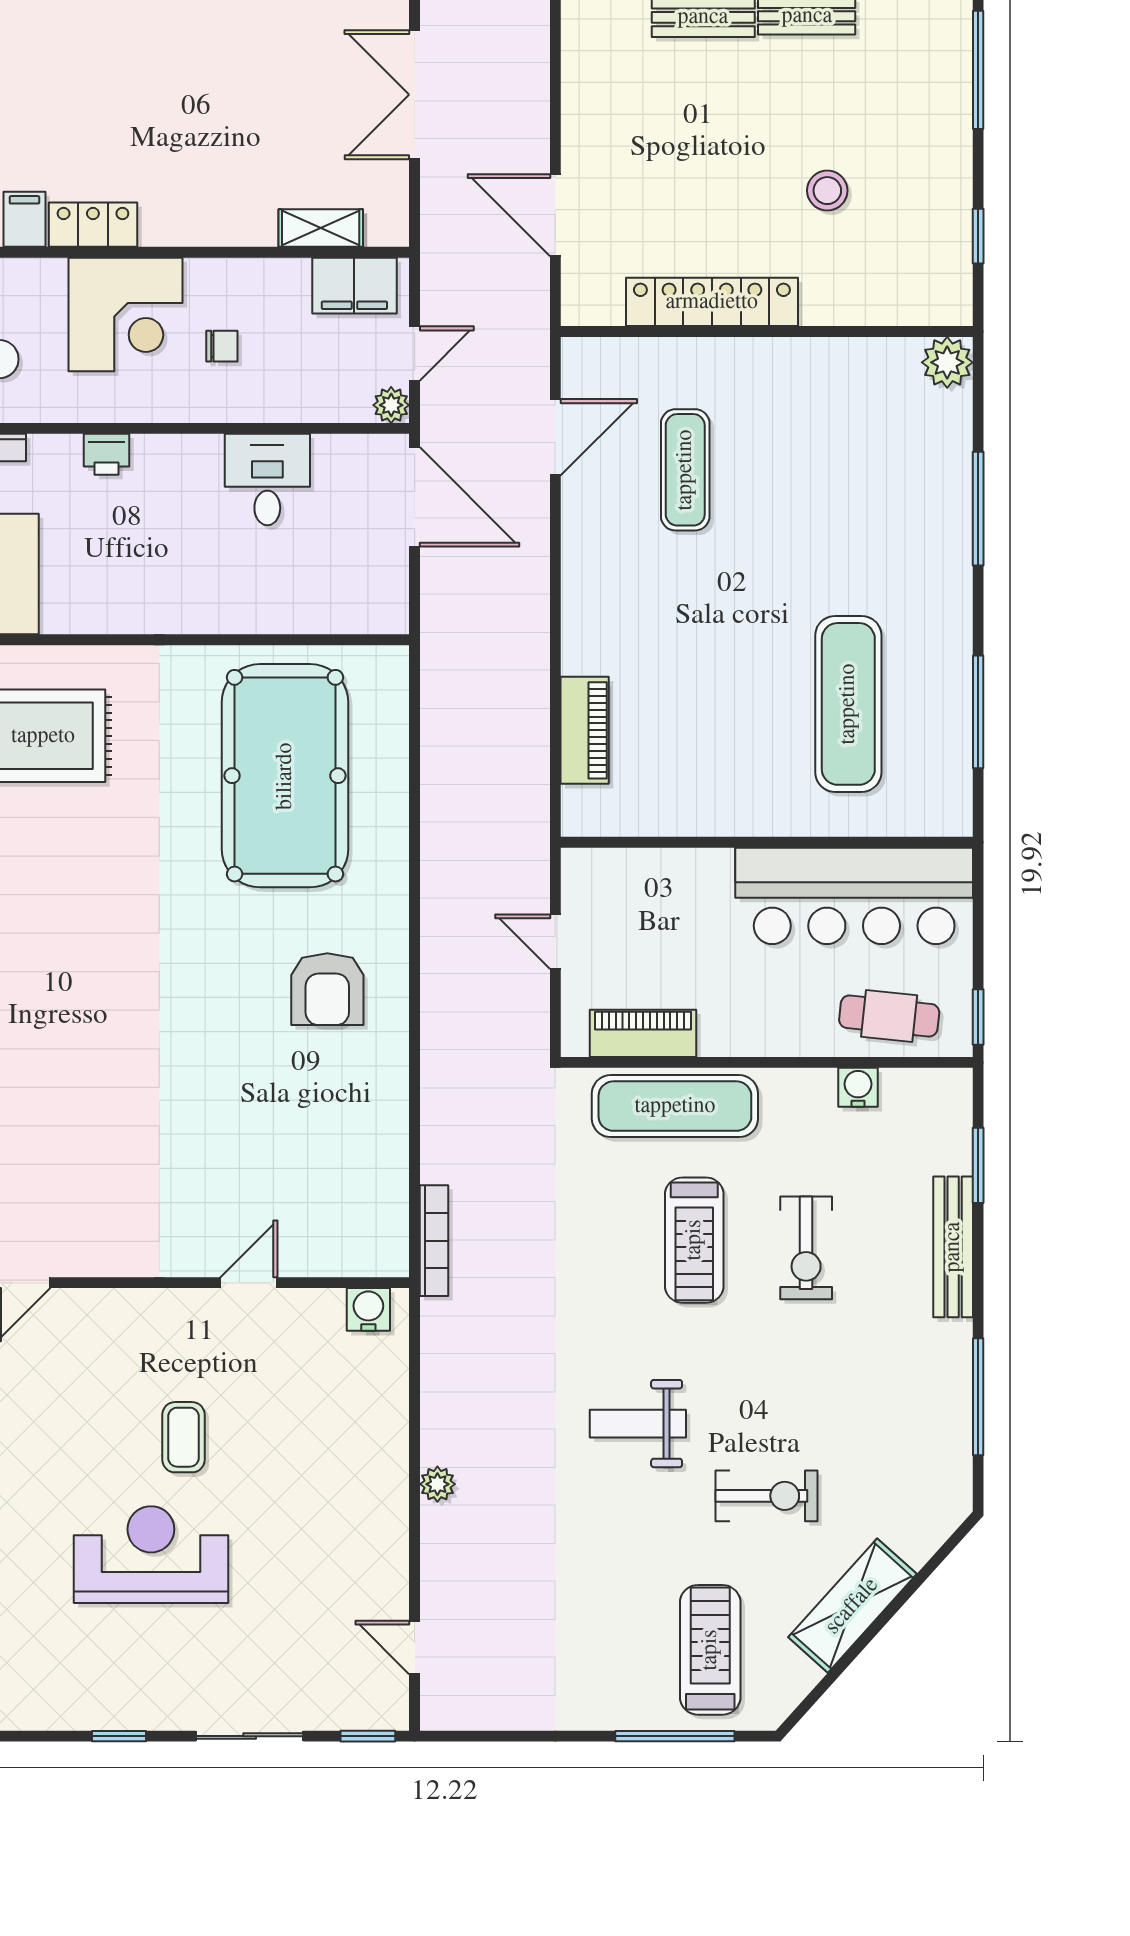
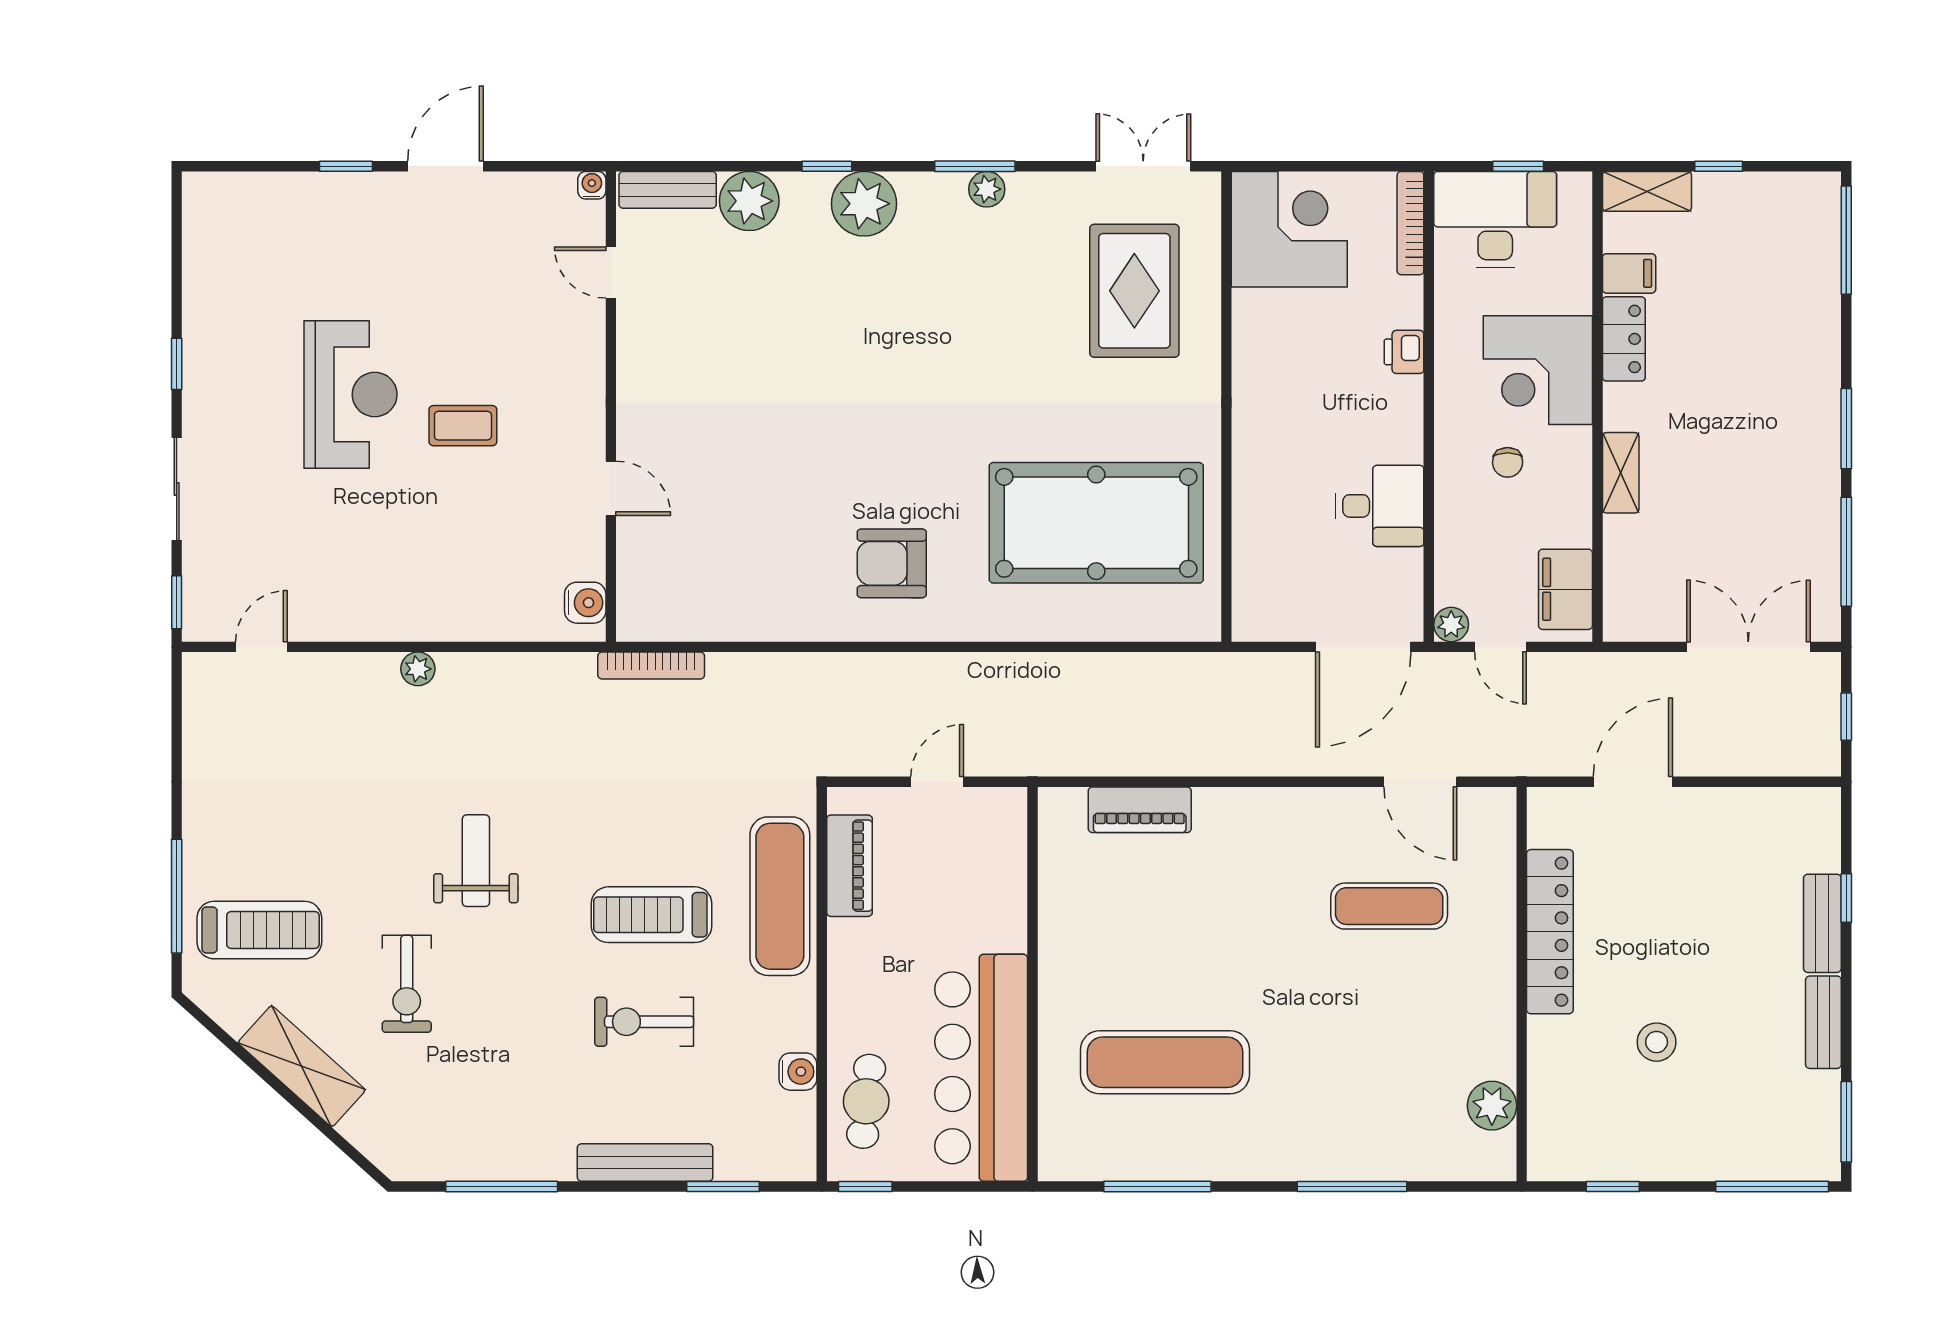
shelving: (321, 228) -> (1621, 473), moved
plant: (947, 362) -> (1492, 1106), moved

